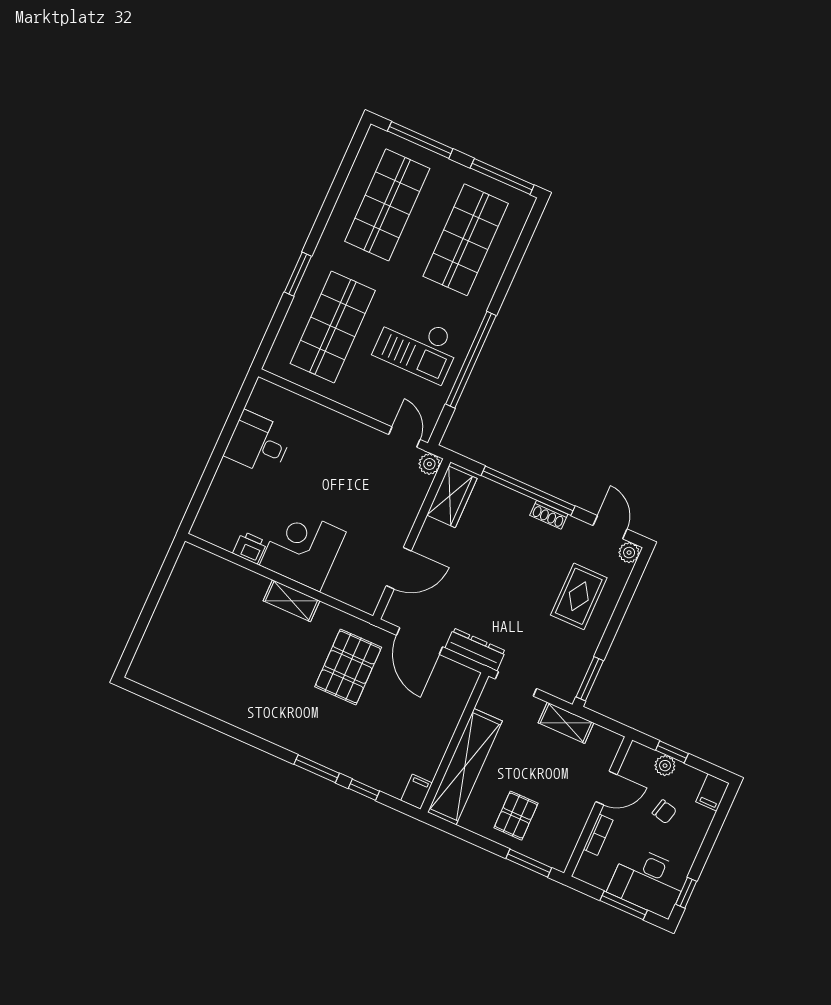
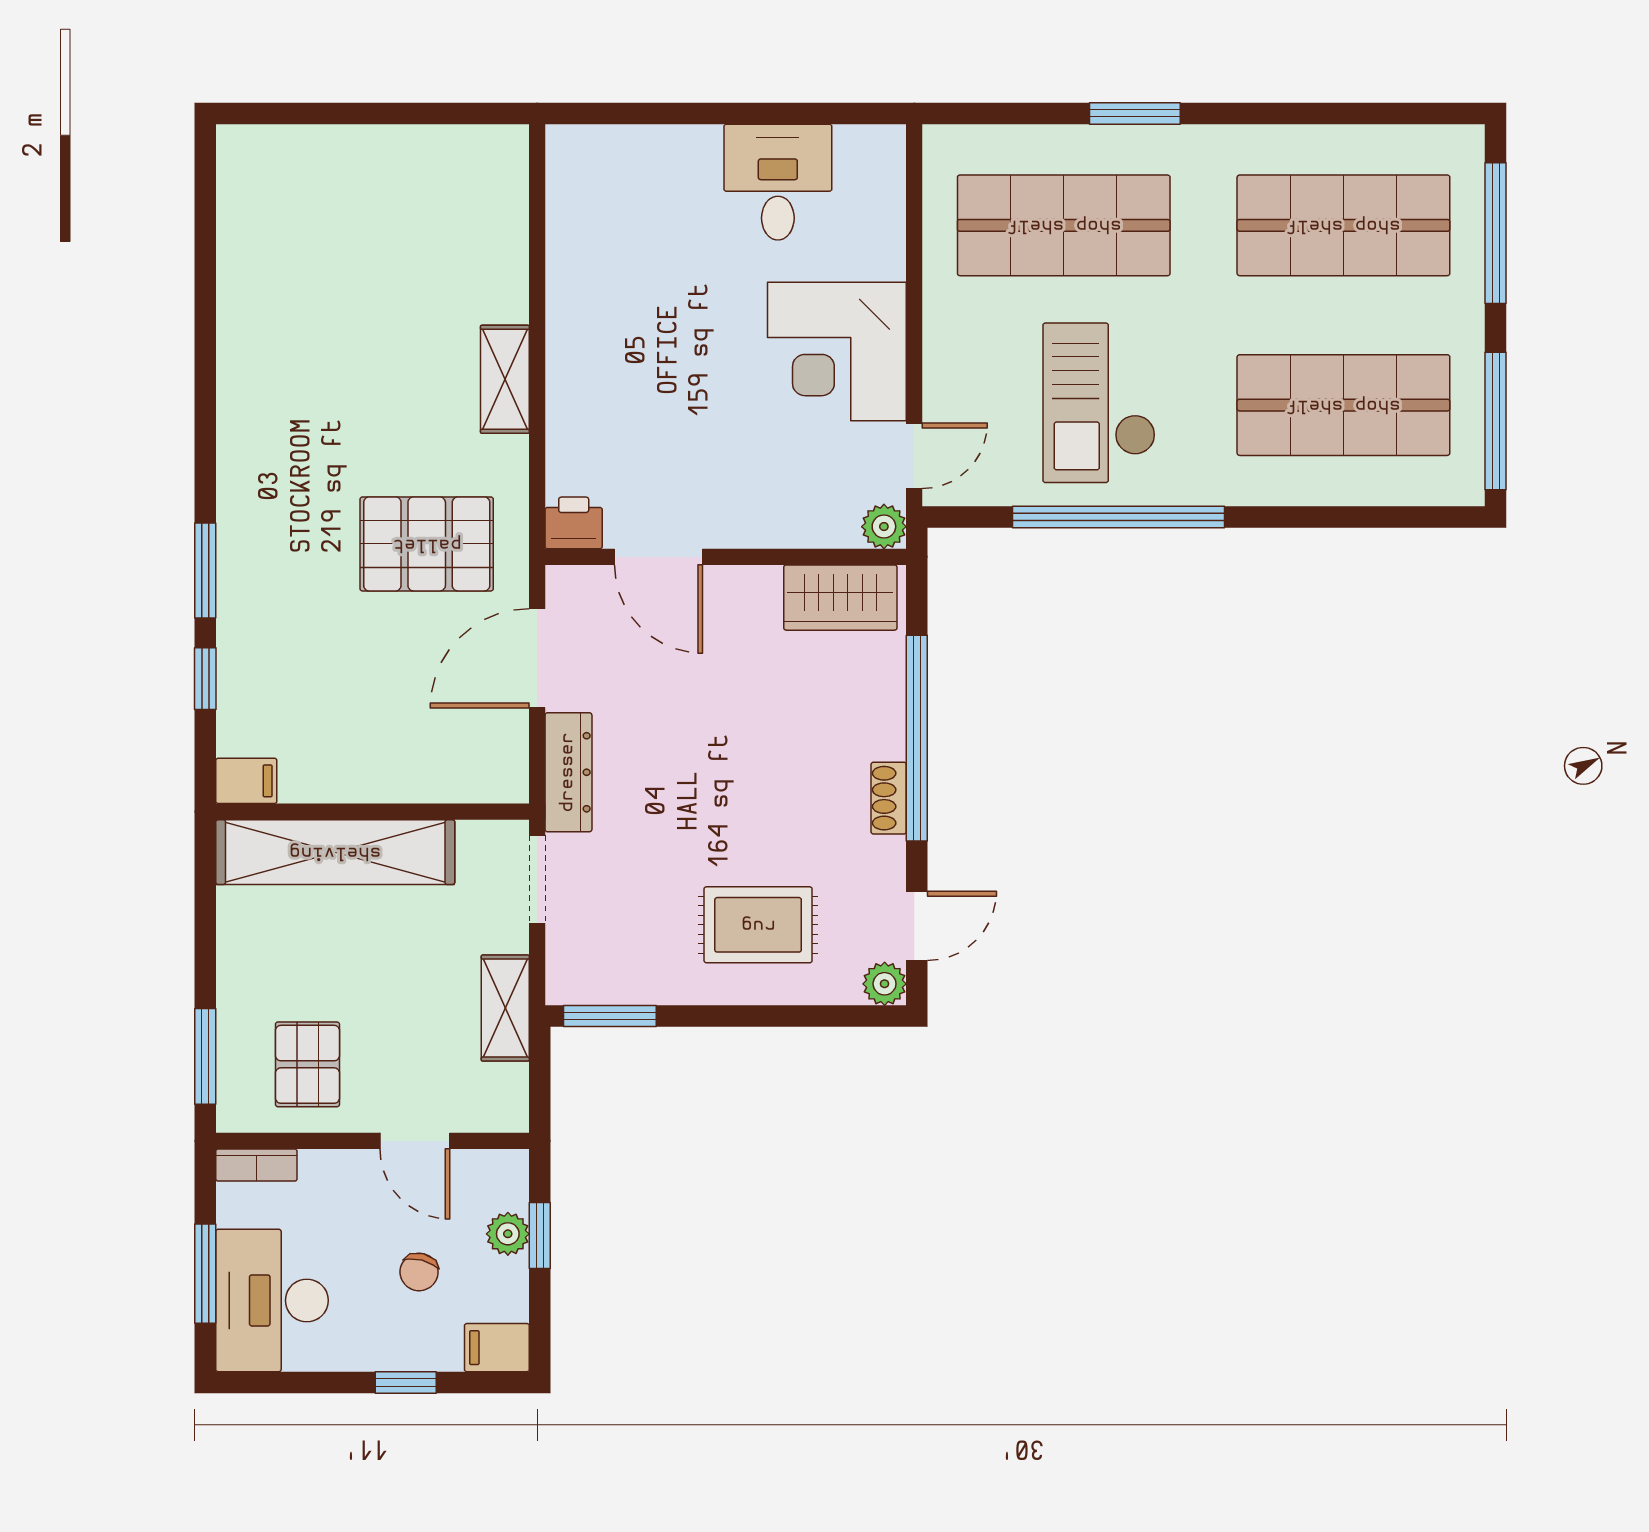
printer: (250, 548) -> (574, 523), moved, turned -90
corner desk: (303, 549) -> (837, 351), moved, turned 180
pallet: (516, 816) -> (307, 1064), moved, turned 90
bookcase: (598, 835) -> (256, 1165), moved
window: (686, 893) -> (406, 1382), moved

